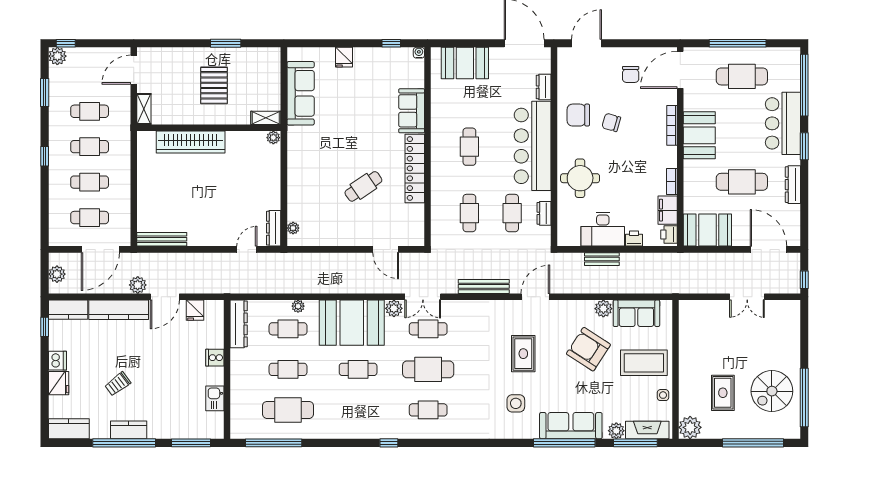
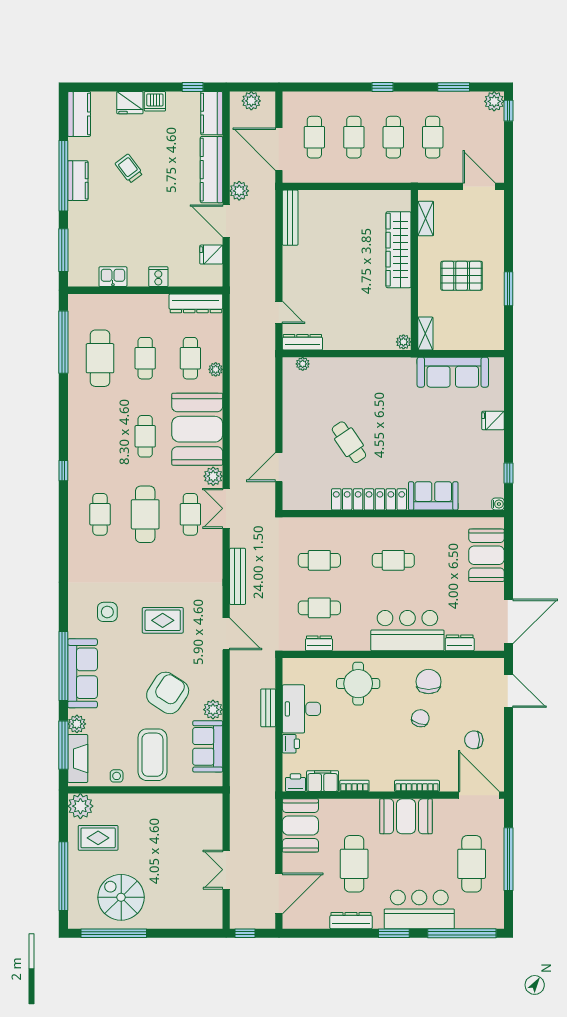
shelving: (144, 109) -> (426, 219), moved, turned 90
bar counter: (533, 146) -> (407, 631), width x0.73
rug: (723, 393) -> (98, 838), moved

